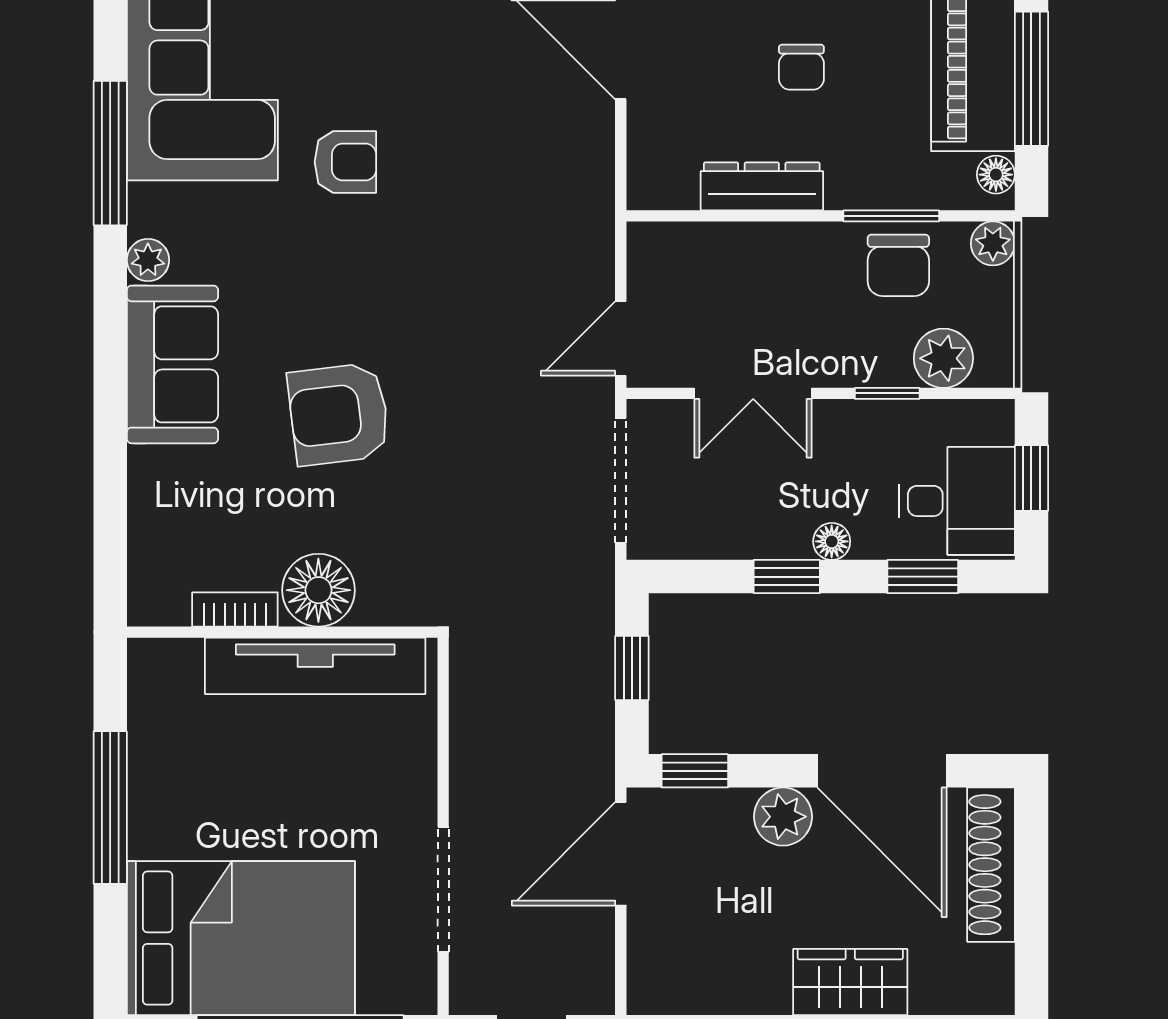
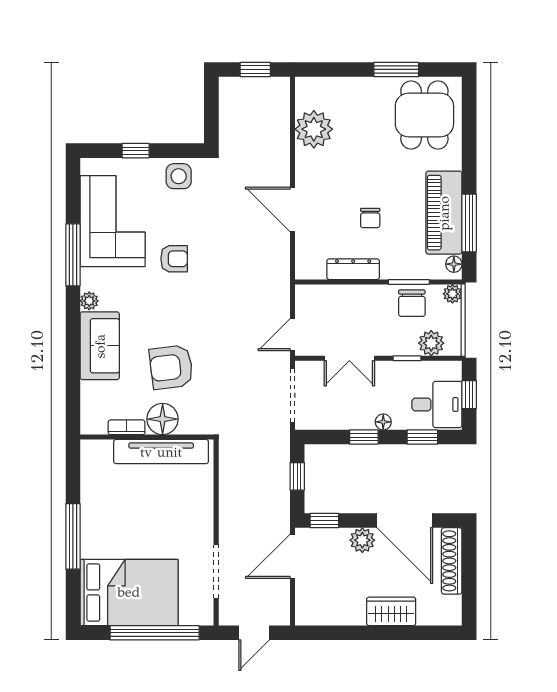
floor lamp: (318, 590) -> (163, 419), moved
bookcase: (235, 609) -> (127, 427), moved
wall: (282, 632) -> (147, 437), moved
tv unit: (315, 666) -> (161, 452), moved

